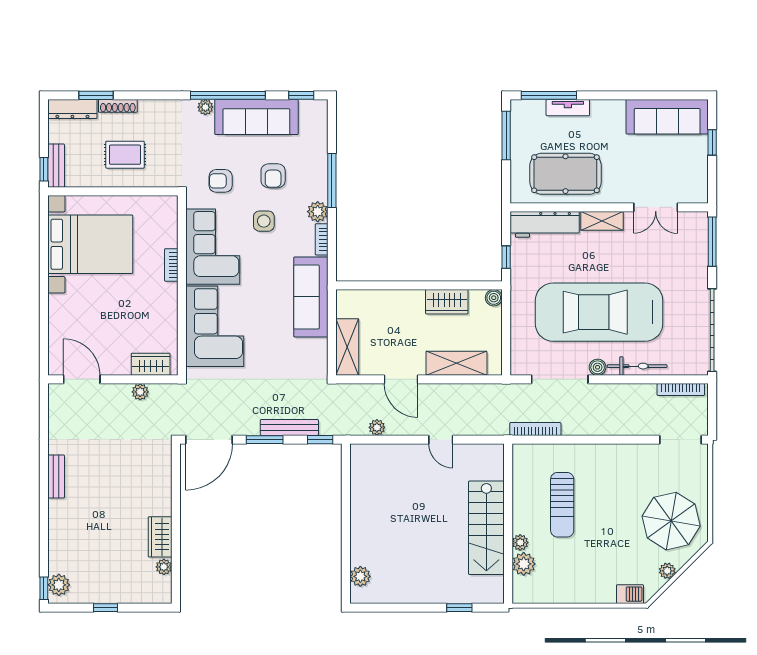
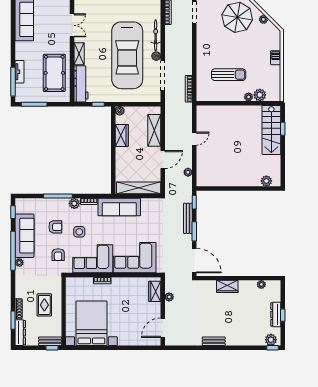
shelving: (347, 347) -> (139, 188), width x1.47
stairs: (486, 528) -> (271, 130), moved, turned 90
wardrobe: (160, 537) -> (227, 286), moved
dresser: (107, 594) -> (276, 315), added
barbecue: (630, 594) -> (276, 58), moved

